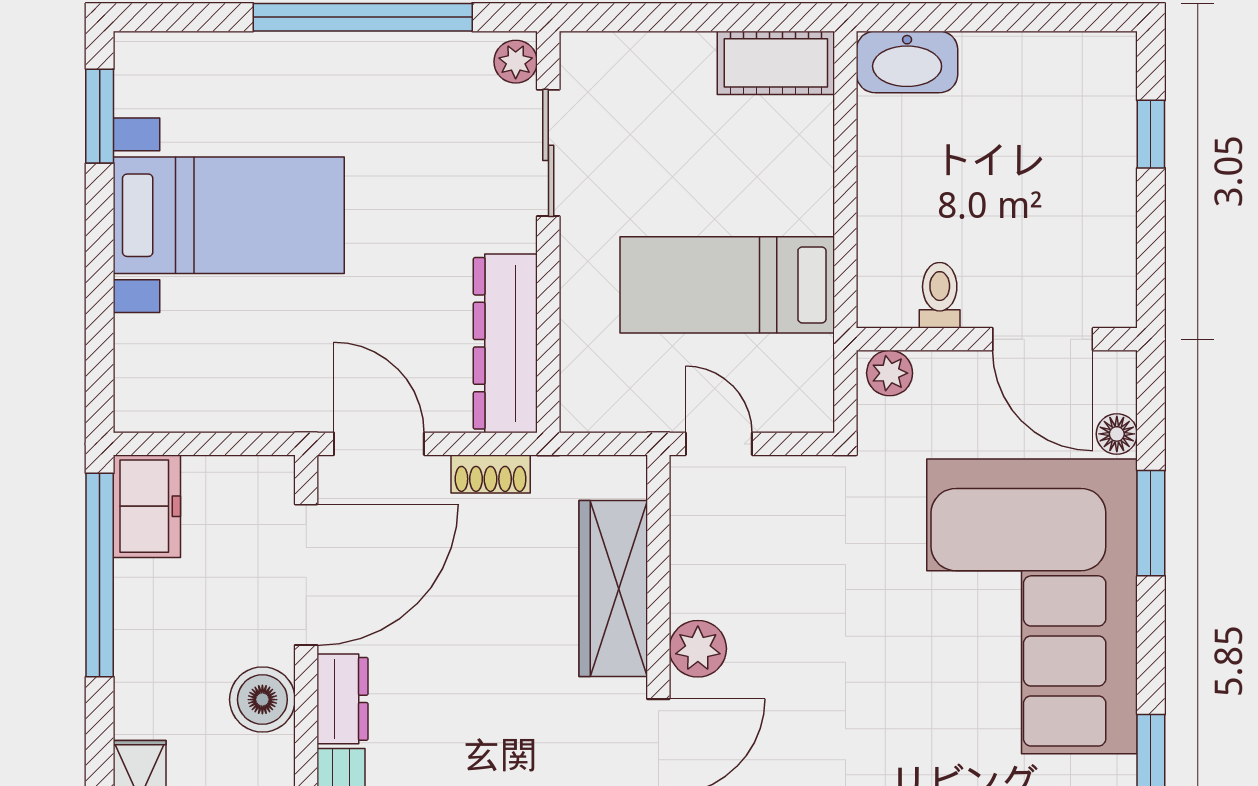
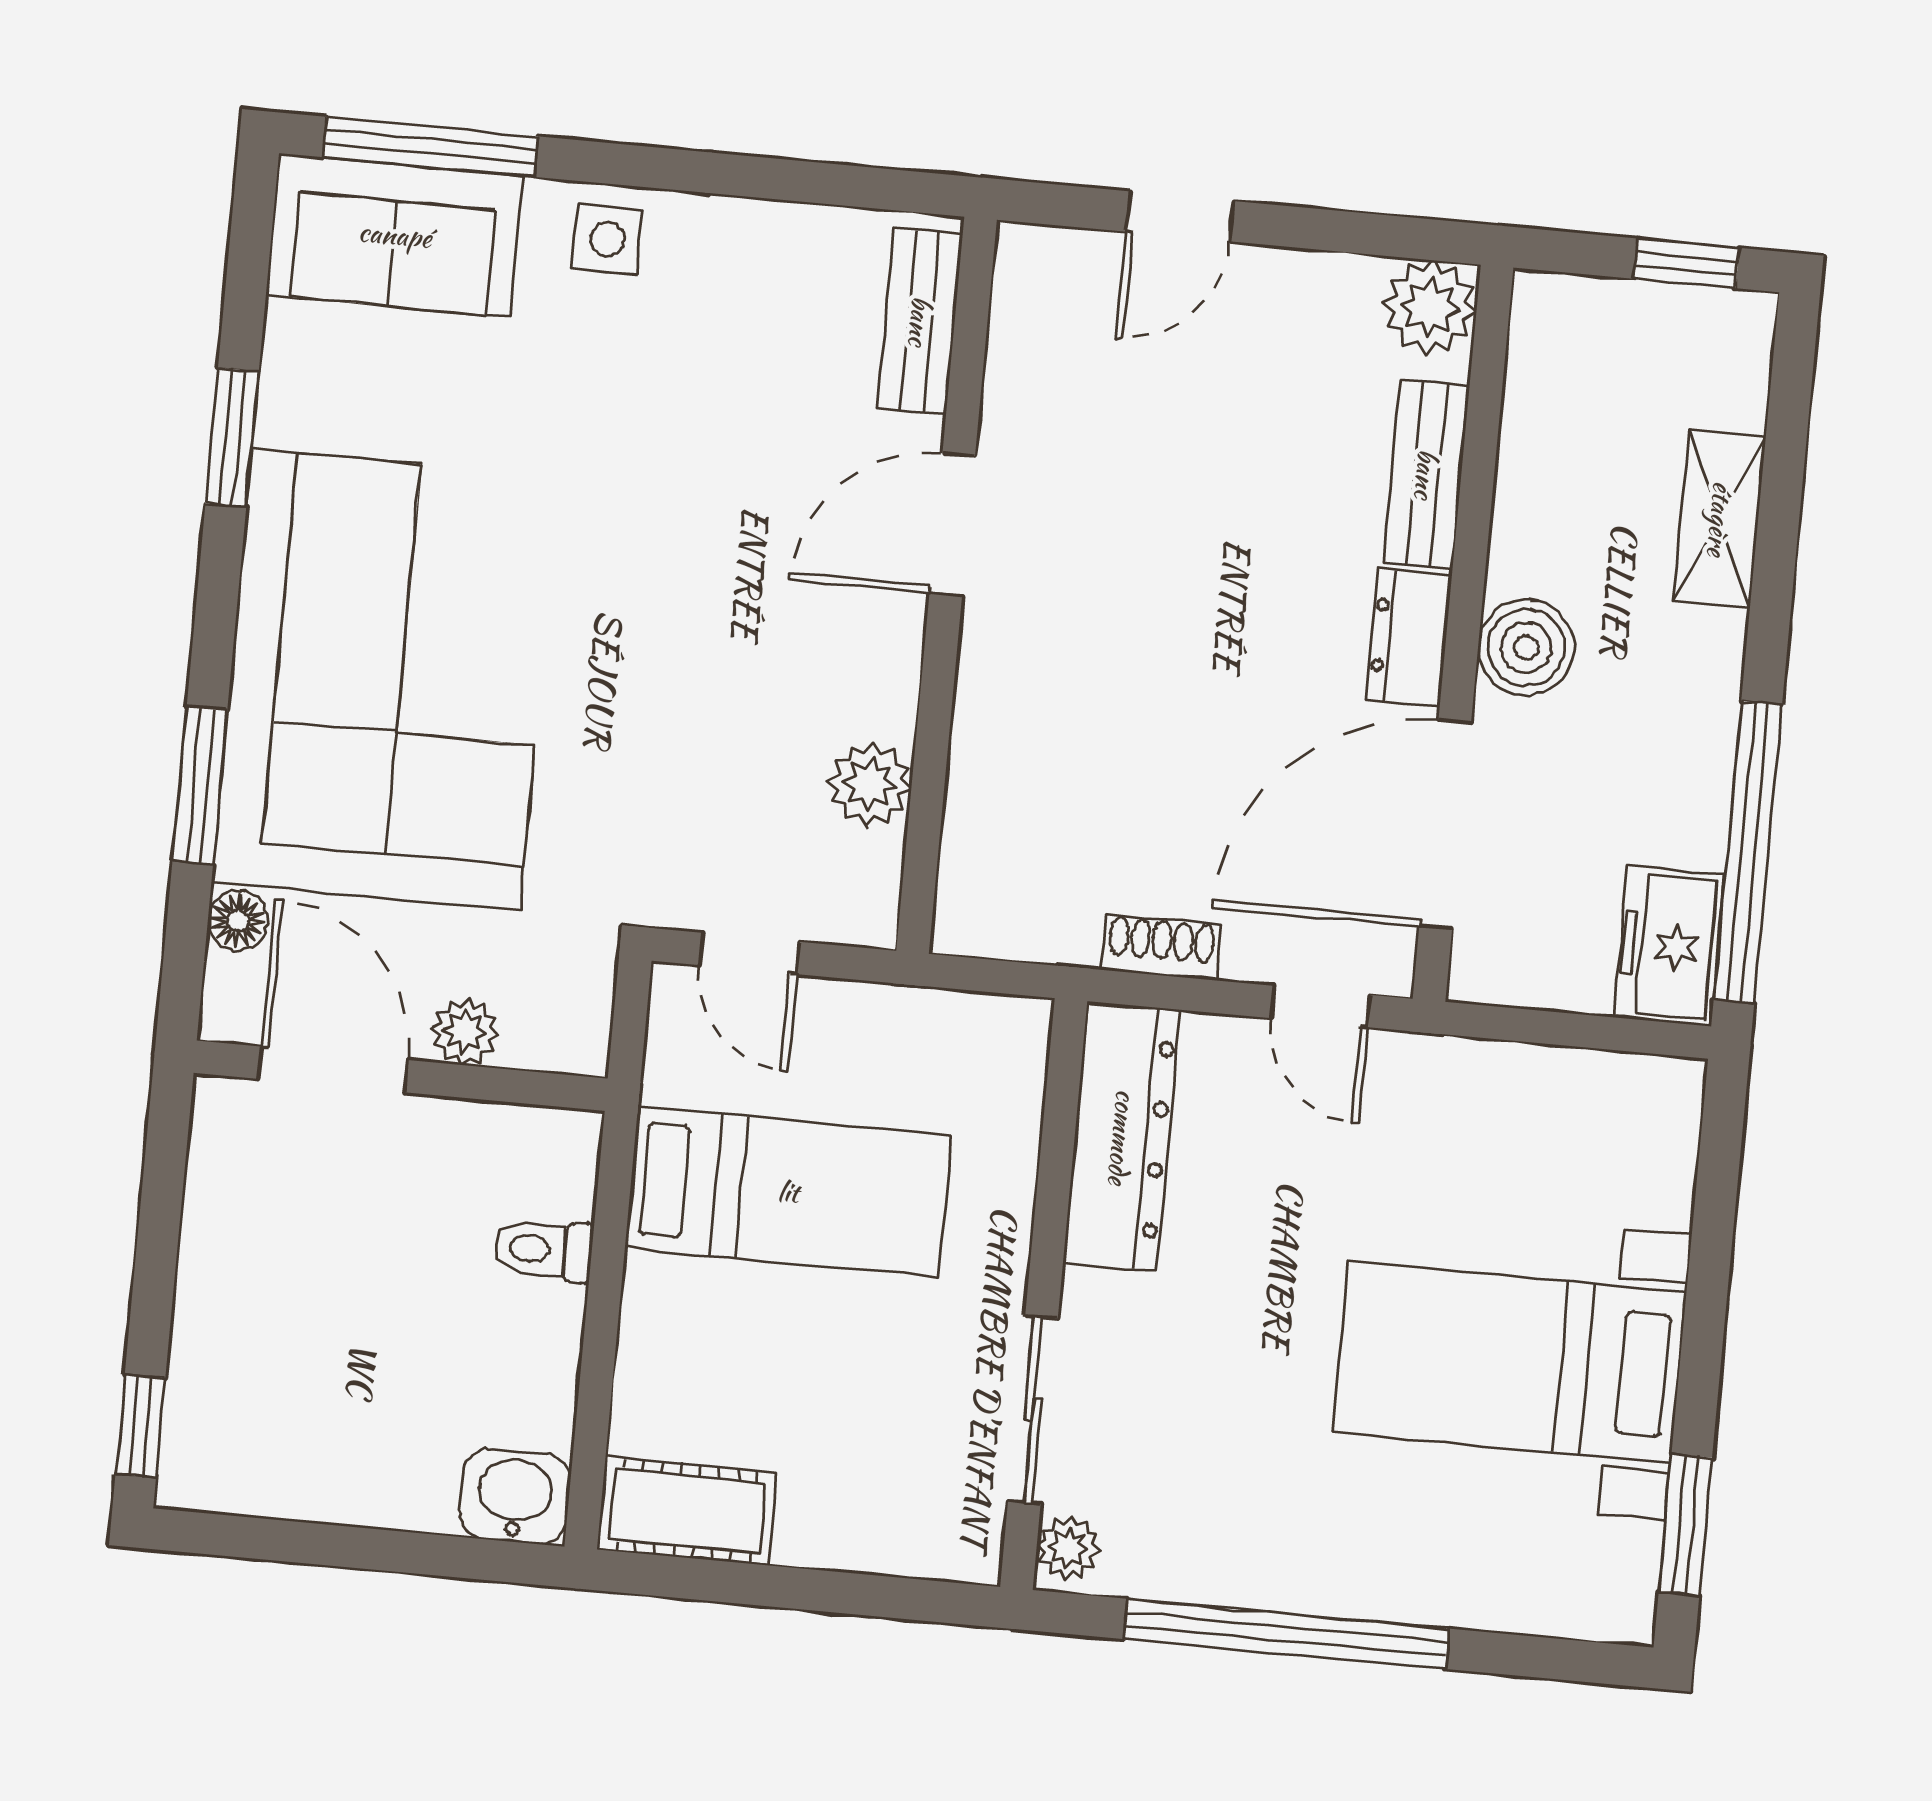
washbasin: (907, 62) -> (515, 1496), width x0.72
window: (1151, 134) -> (140, 1426), moved
toilet: (940, 295) -> (543, 1250), moved, turned 90
plant: (890, 373) -> (465, 1032), moved
door: (379, 444) -> (1321, 1006), width x0.73
door: (719, 444) -> (750, 954), moved
wardrobe: (613, 589) -> (997, 762), removed
plant: (698, 649) -> (870, 784), moved

